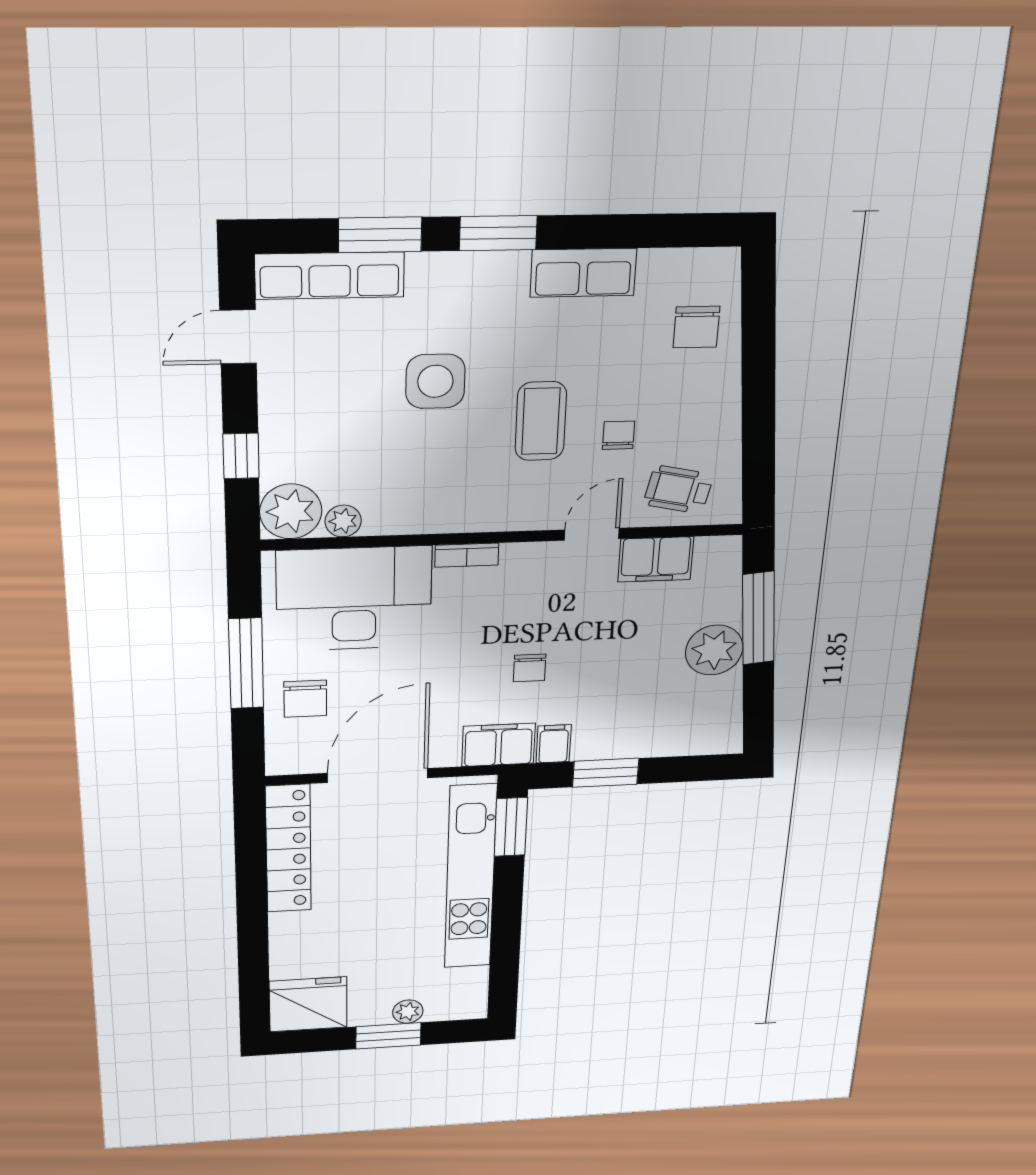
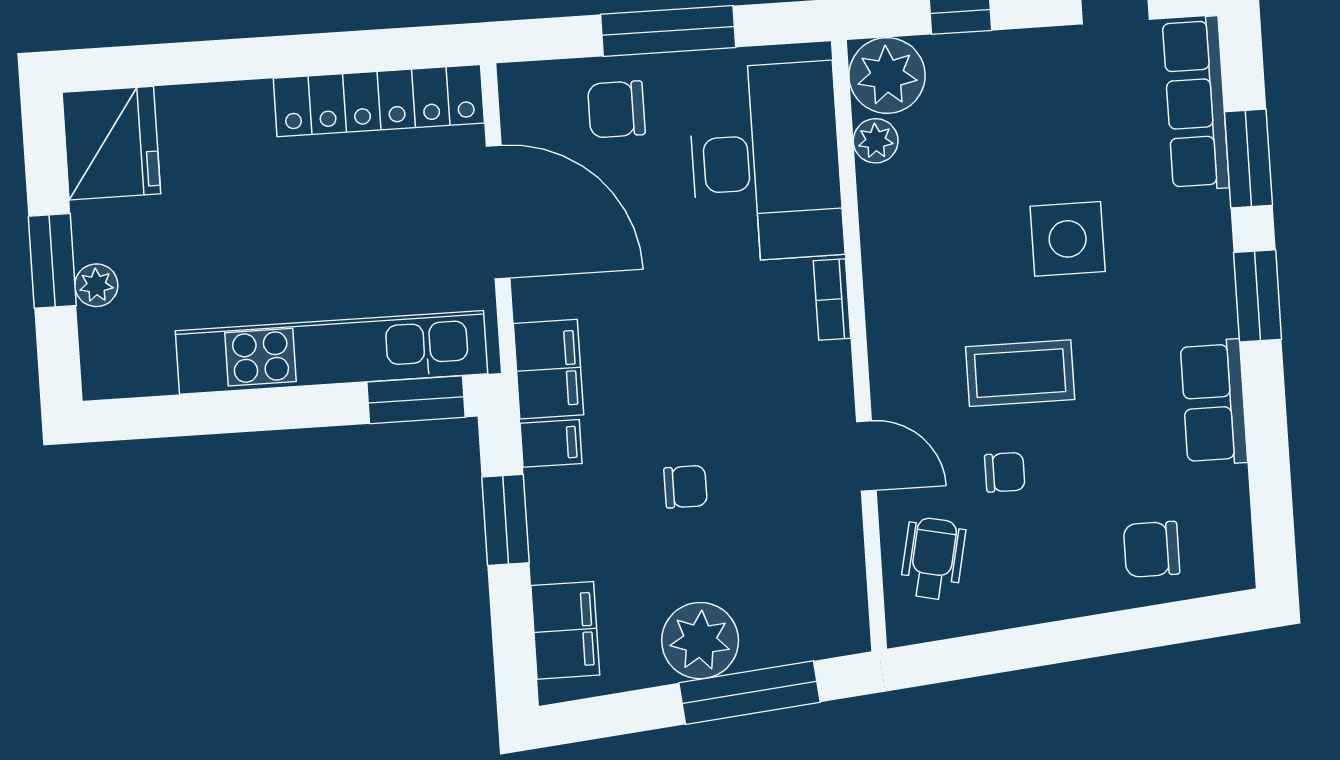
filing cabinet: (656, 559) -> (565, 630), moved, turned 180
chair: (530, 668) -> (686, 487), moved, turned 180

